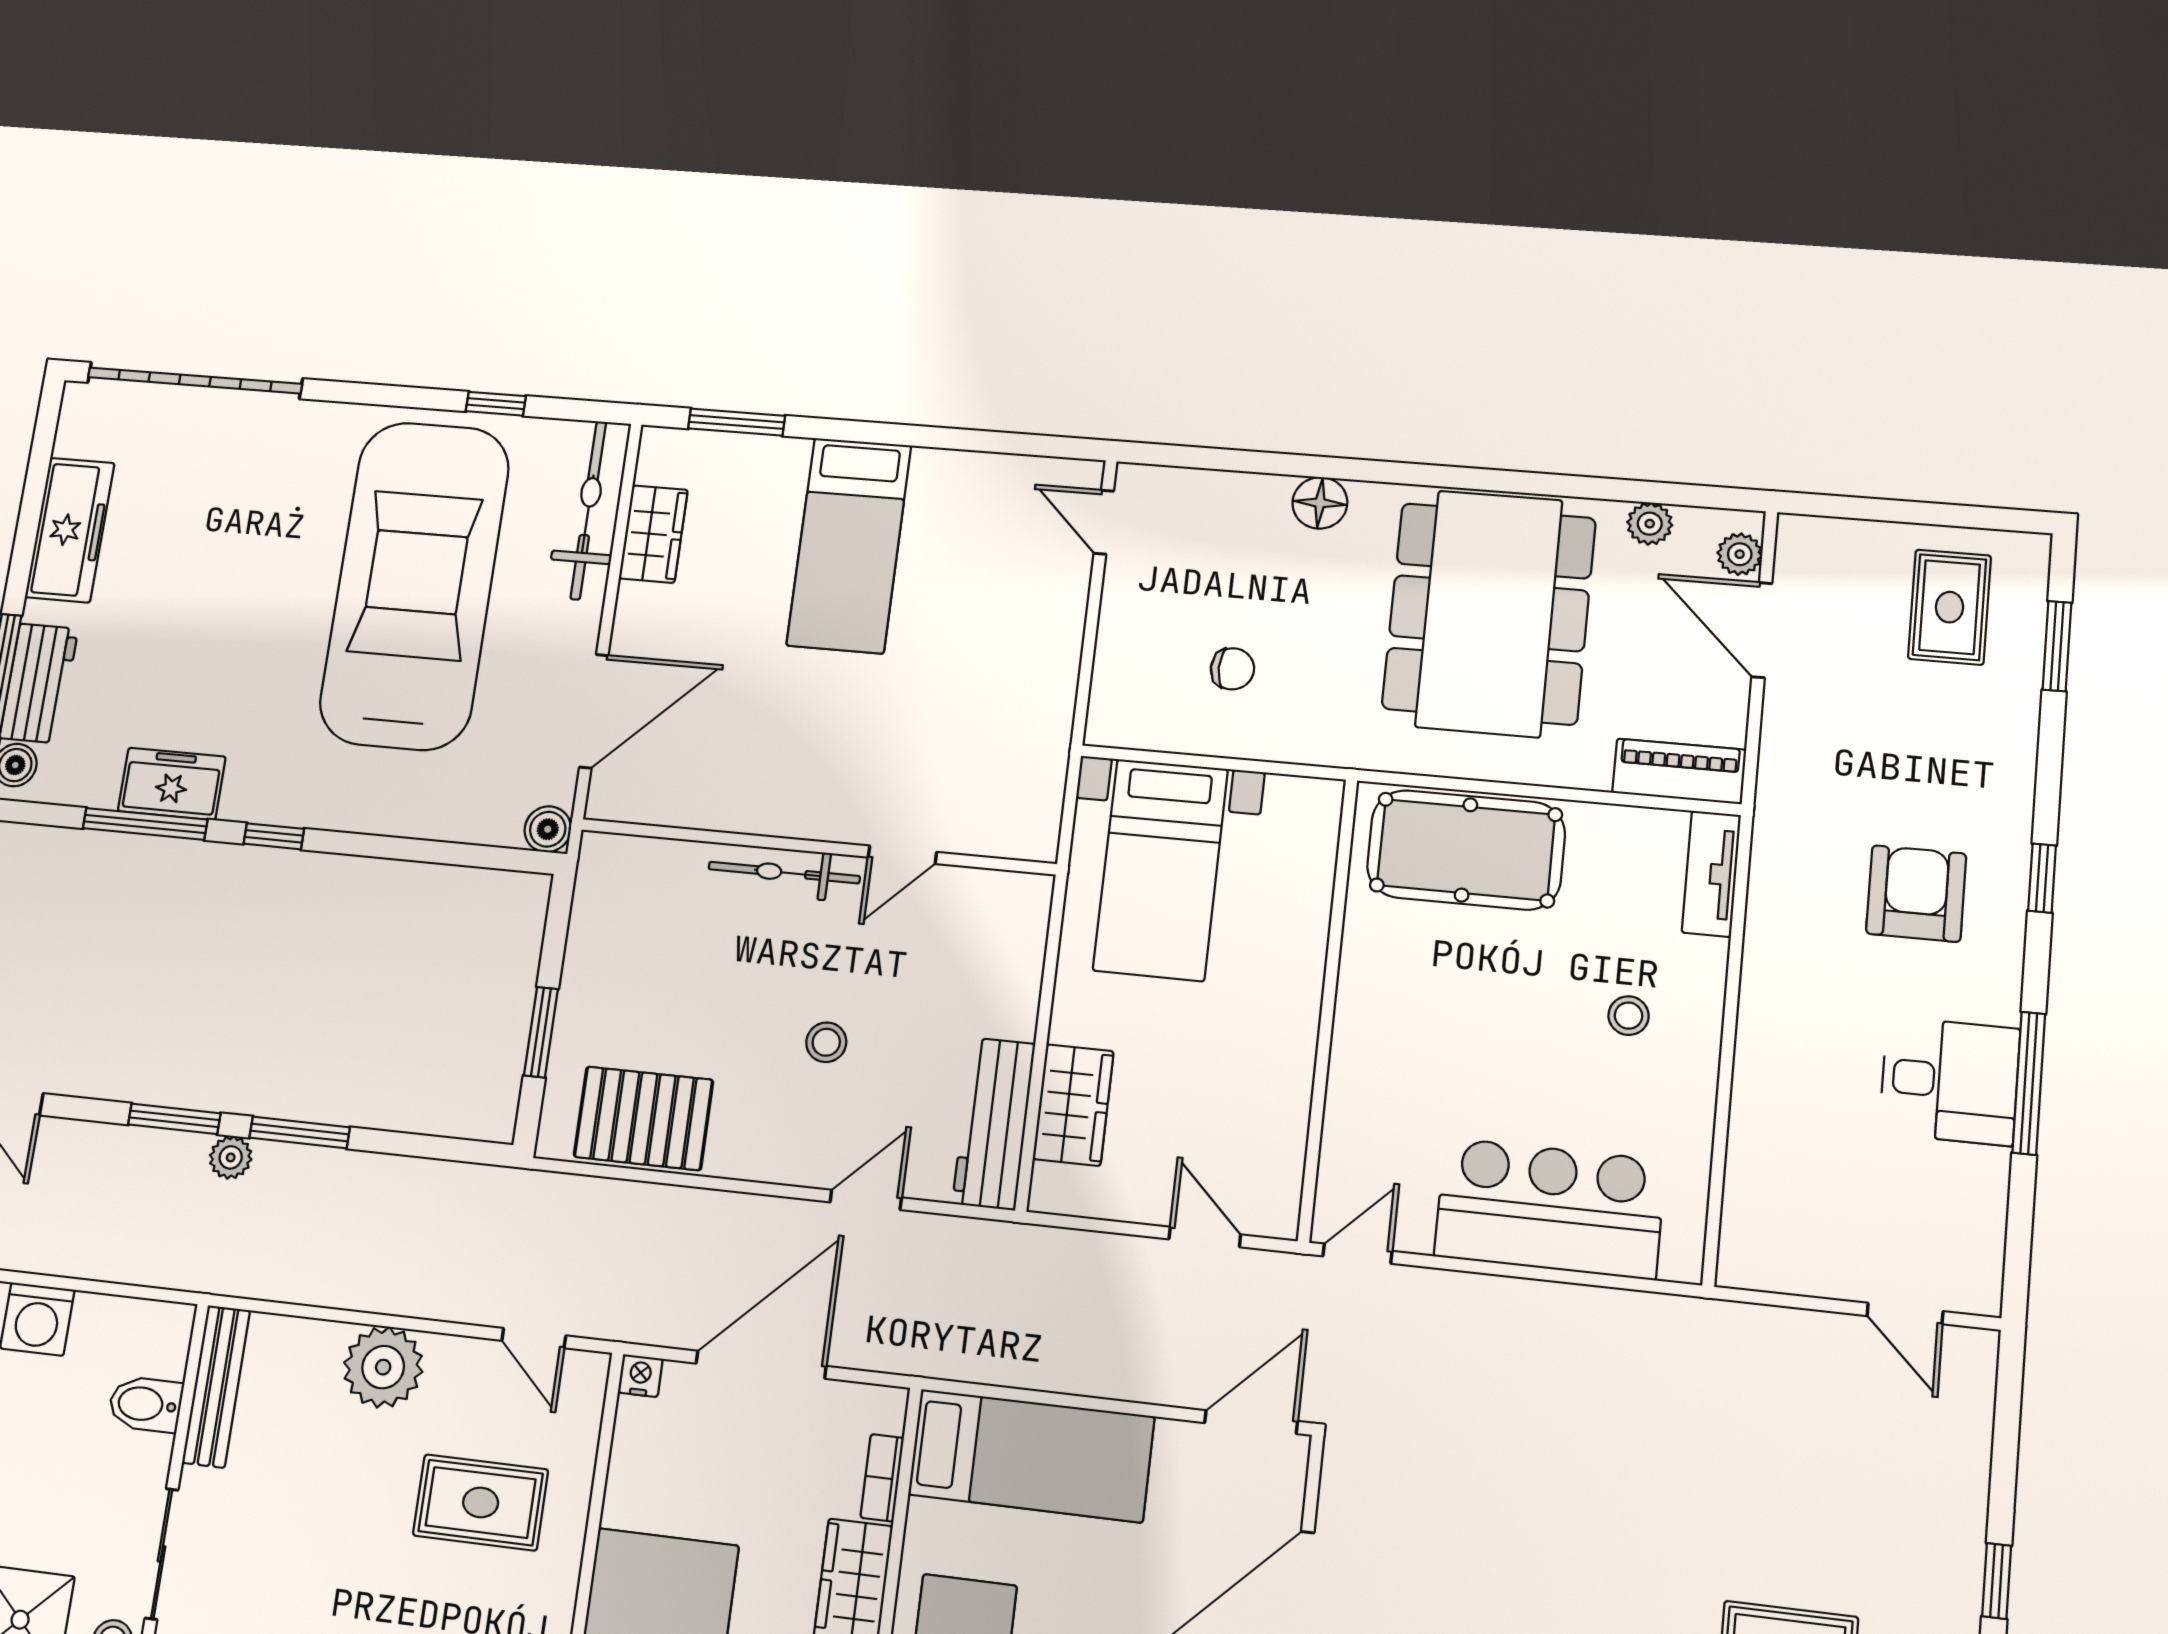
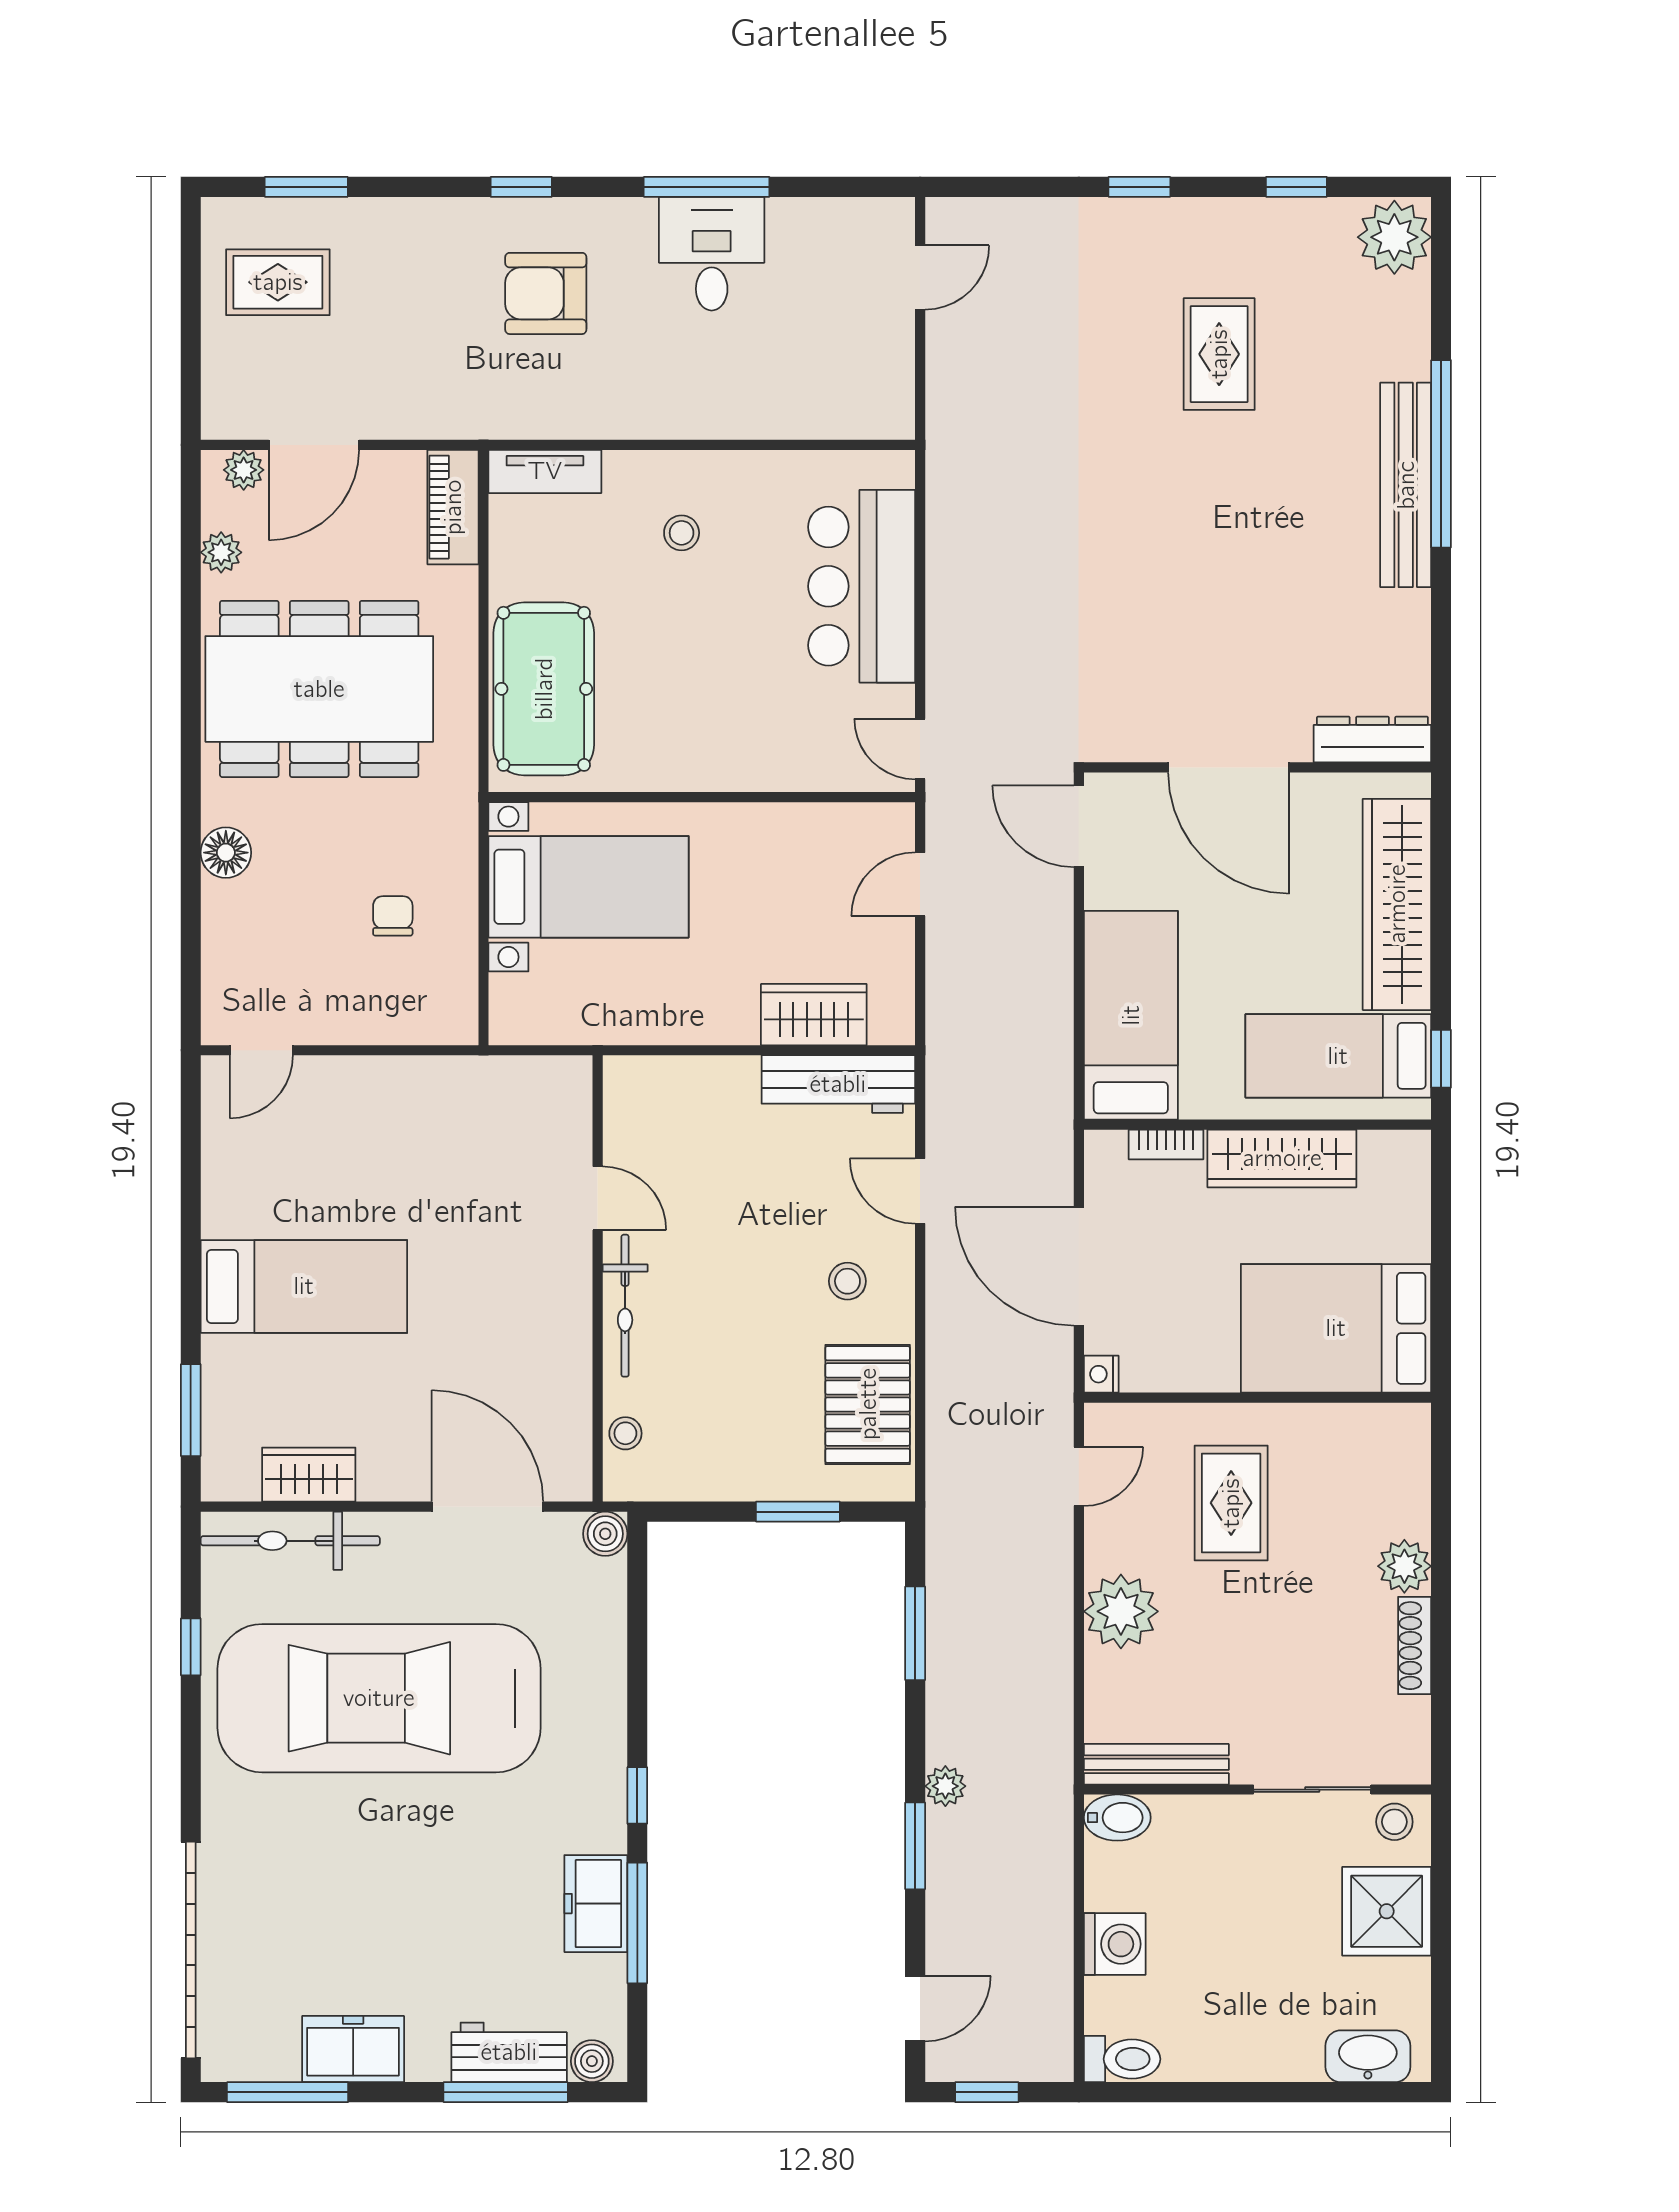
window: (39, 463) -> (288, 2092), added
freezer: (70, 530) -> (353, 2049), width x0.71
stool: (650, 860) -> (625, 1433), added
bed with nightstands: (1160, 870) -> (589, 887), moved
stool: (826, 1042) -> (847, 1281), moved
window: (300, 1133) -> (915, 1633), moved
bidet: (145, 1404) -> (1117, 1818), moved, turned -90

